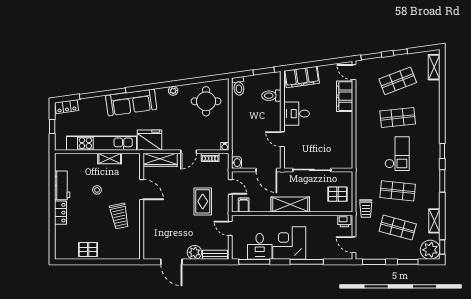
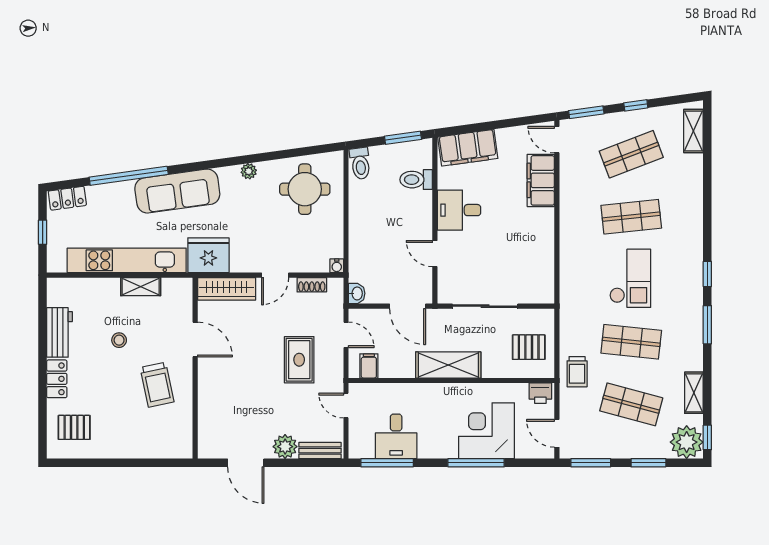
corner desk: (289, 243) -> (487, 431), moved
pallet: (88, 250) -> (74, 427), moved

